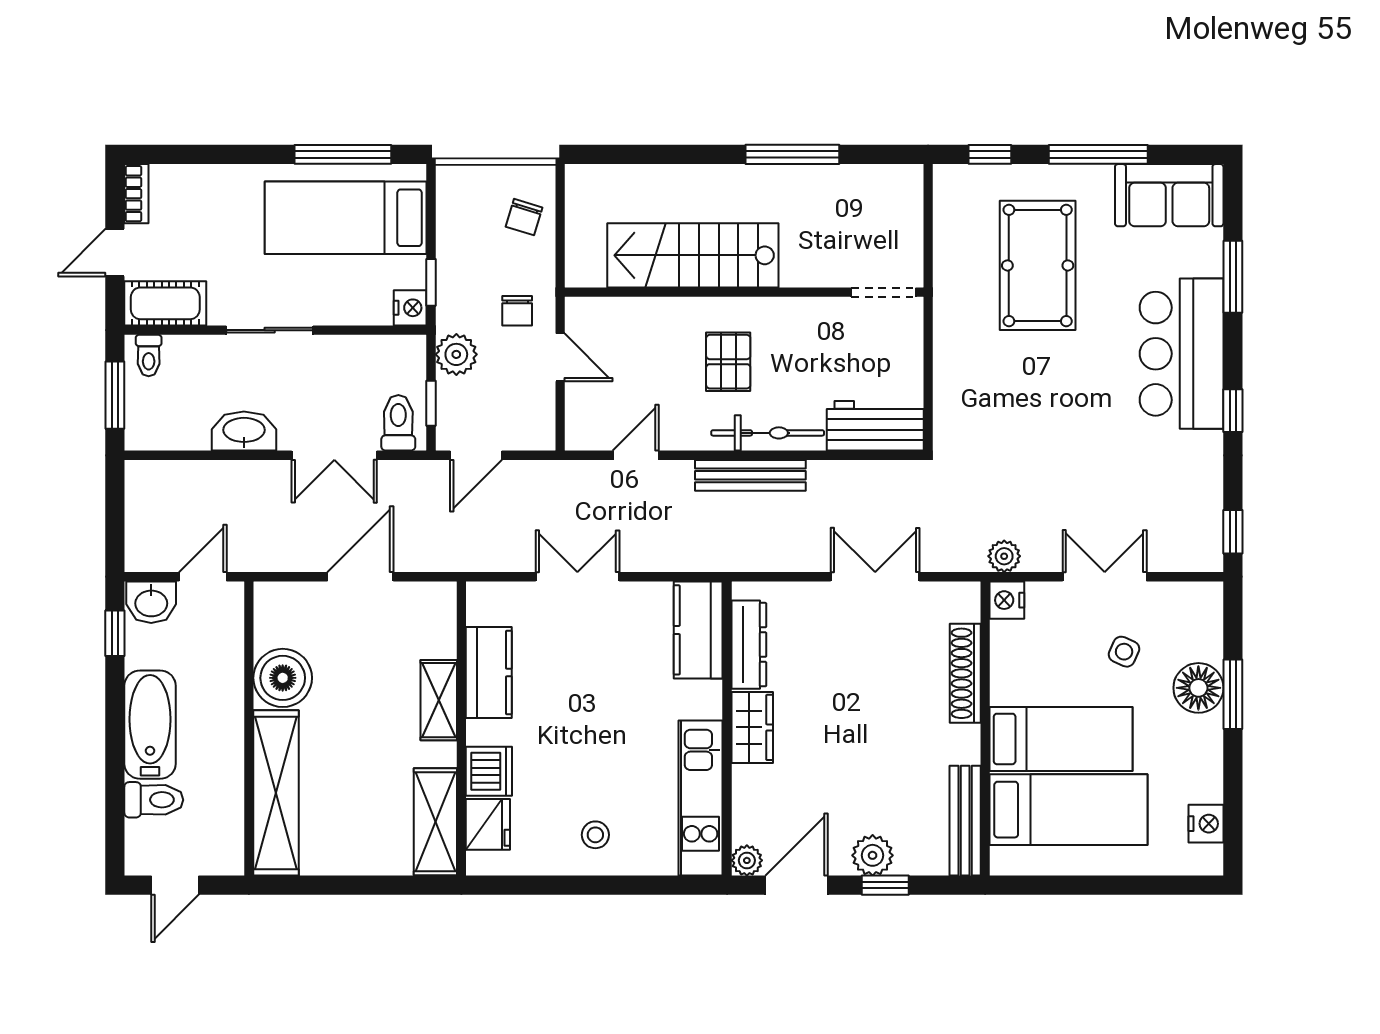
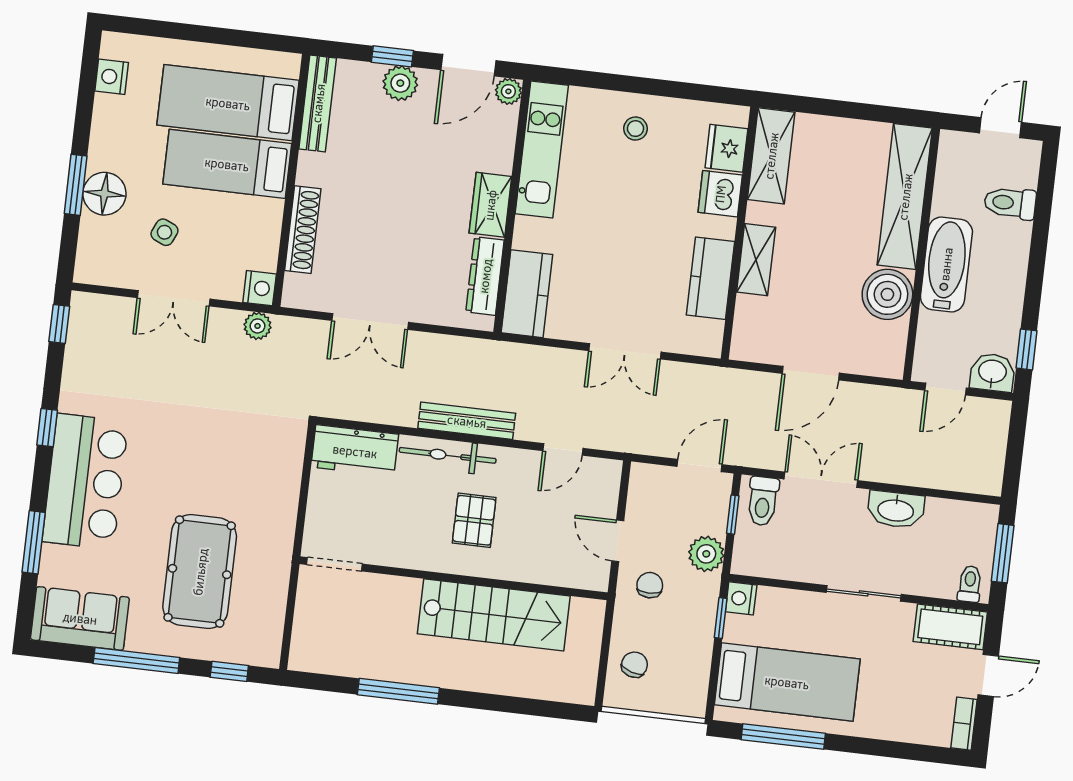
bathtub: (150, 725) -> (946, 264), moved, turned 180

